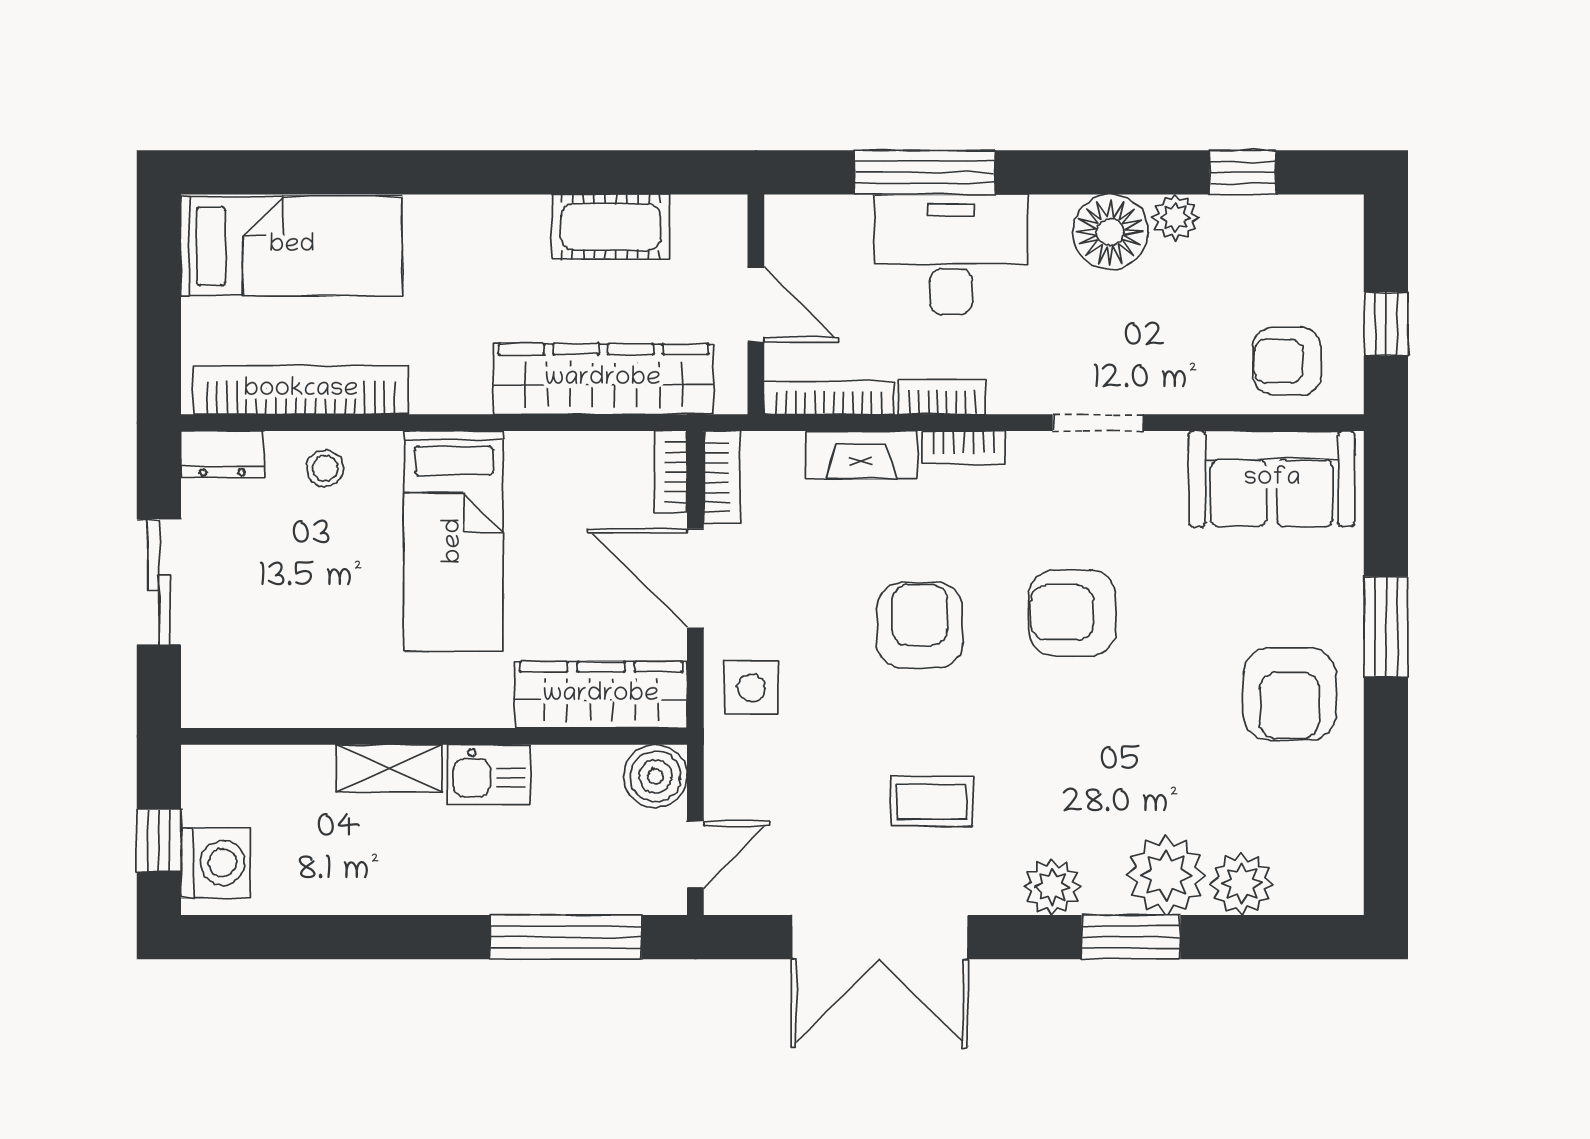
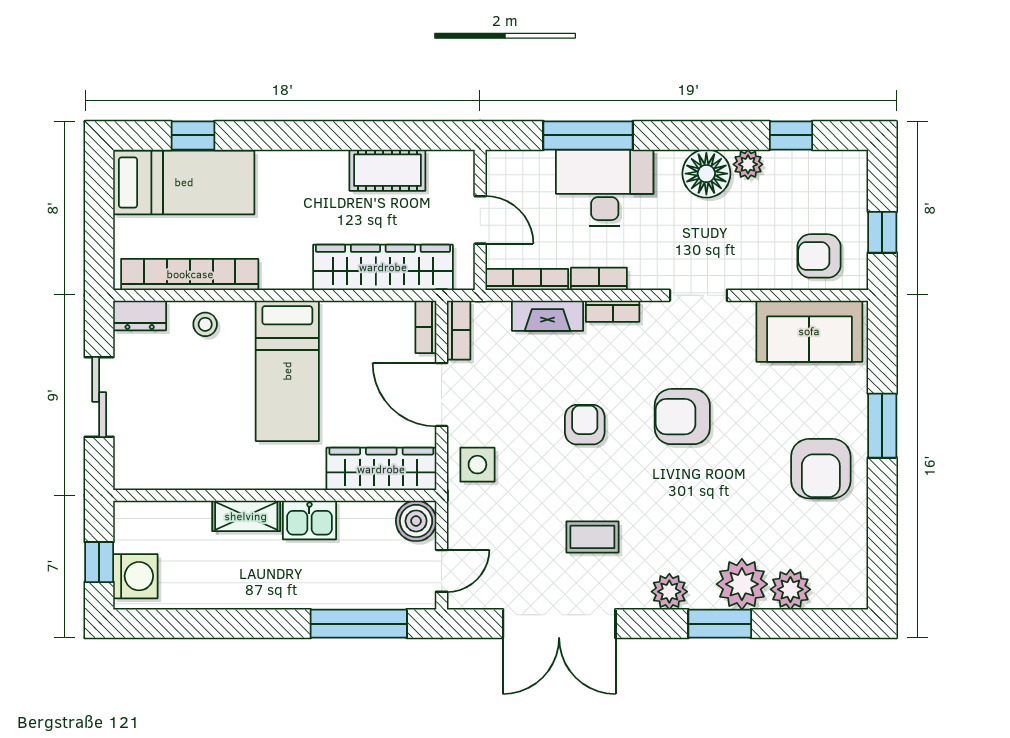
window: (306, 172) -> (193, 135), added
armchair: (920, 625) -> (585, 425), width x0.72, depth x0.72

